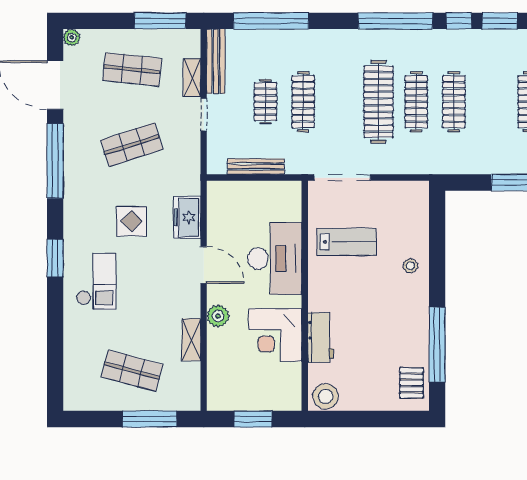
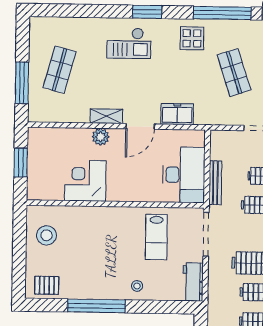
bench: (256, 167) -> (215, 183), moved
display table: (132, 221) -> (192, 38), moved
desk: (275, 259) -> (184, 175), moved, turned -90
workbench: (321, 338) -> (193, 282), moved, turned 90
shelving: (191, 340) -> (106, 116), moved
window: (437, 345) -> (96, 306), moved
stool: (326, 396) -> (46, 235), moved

